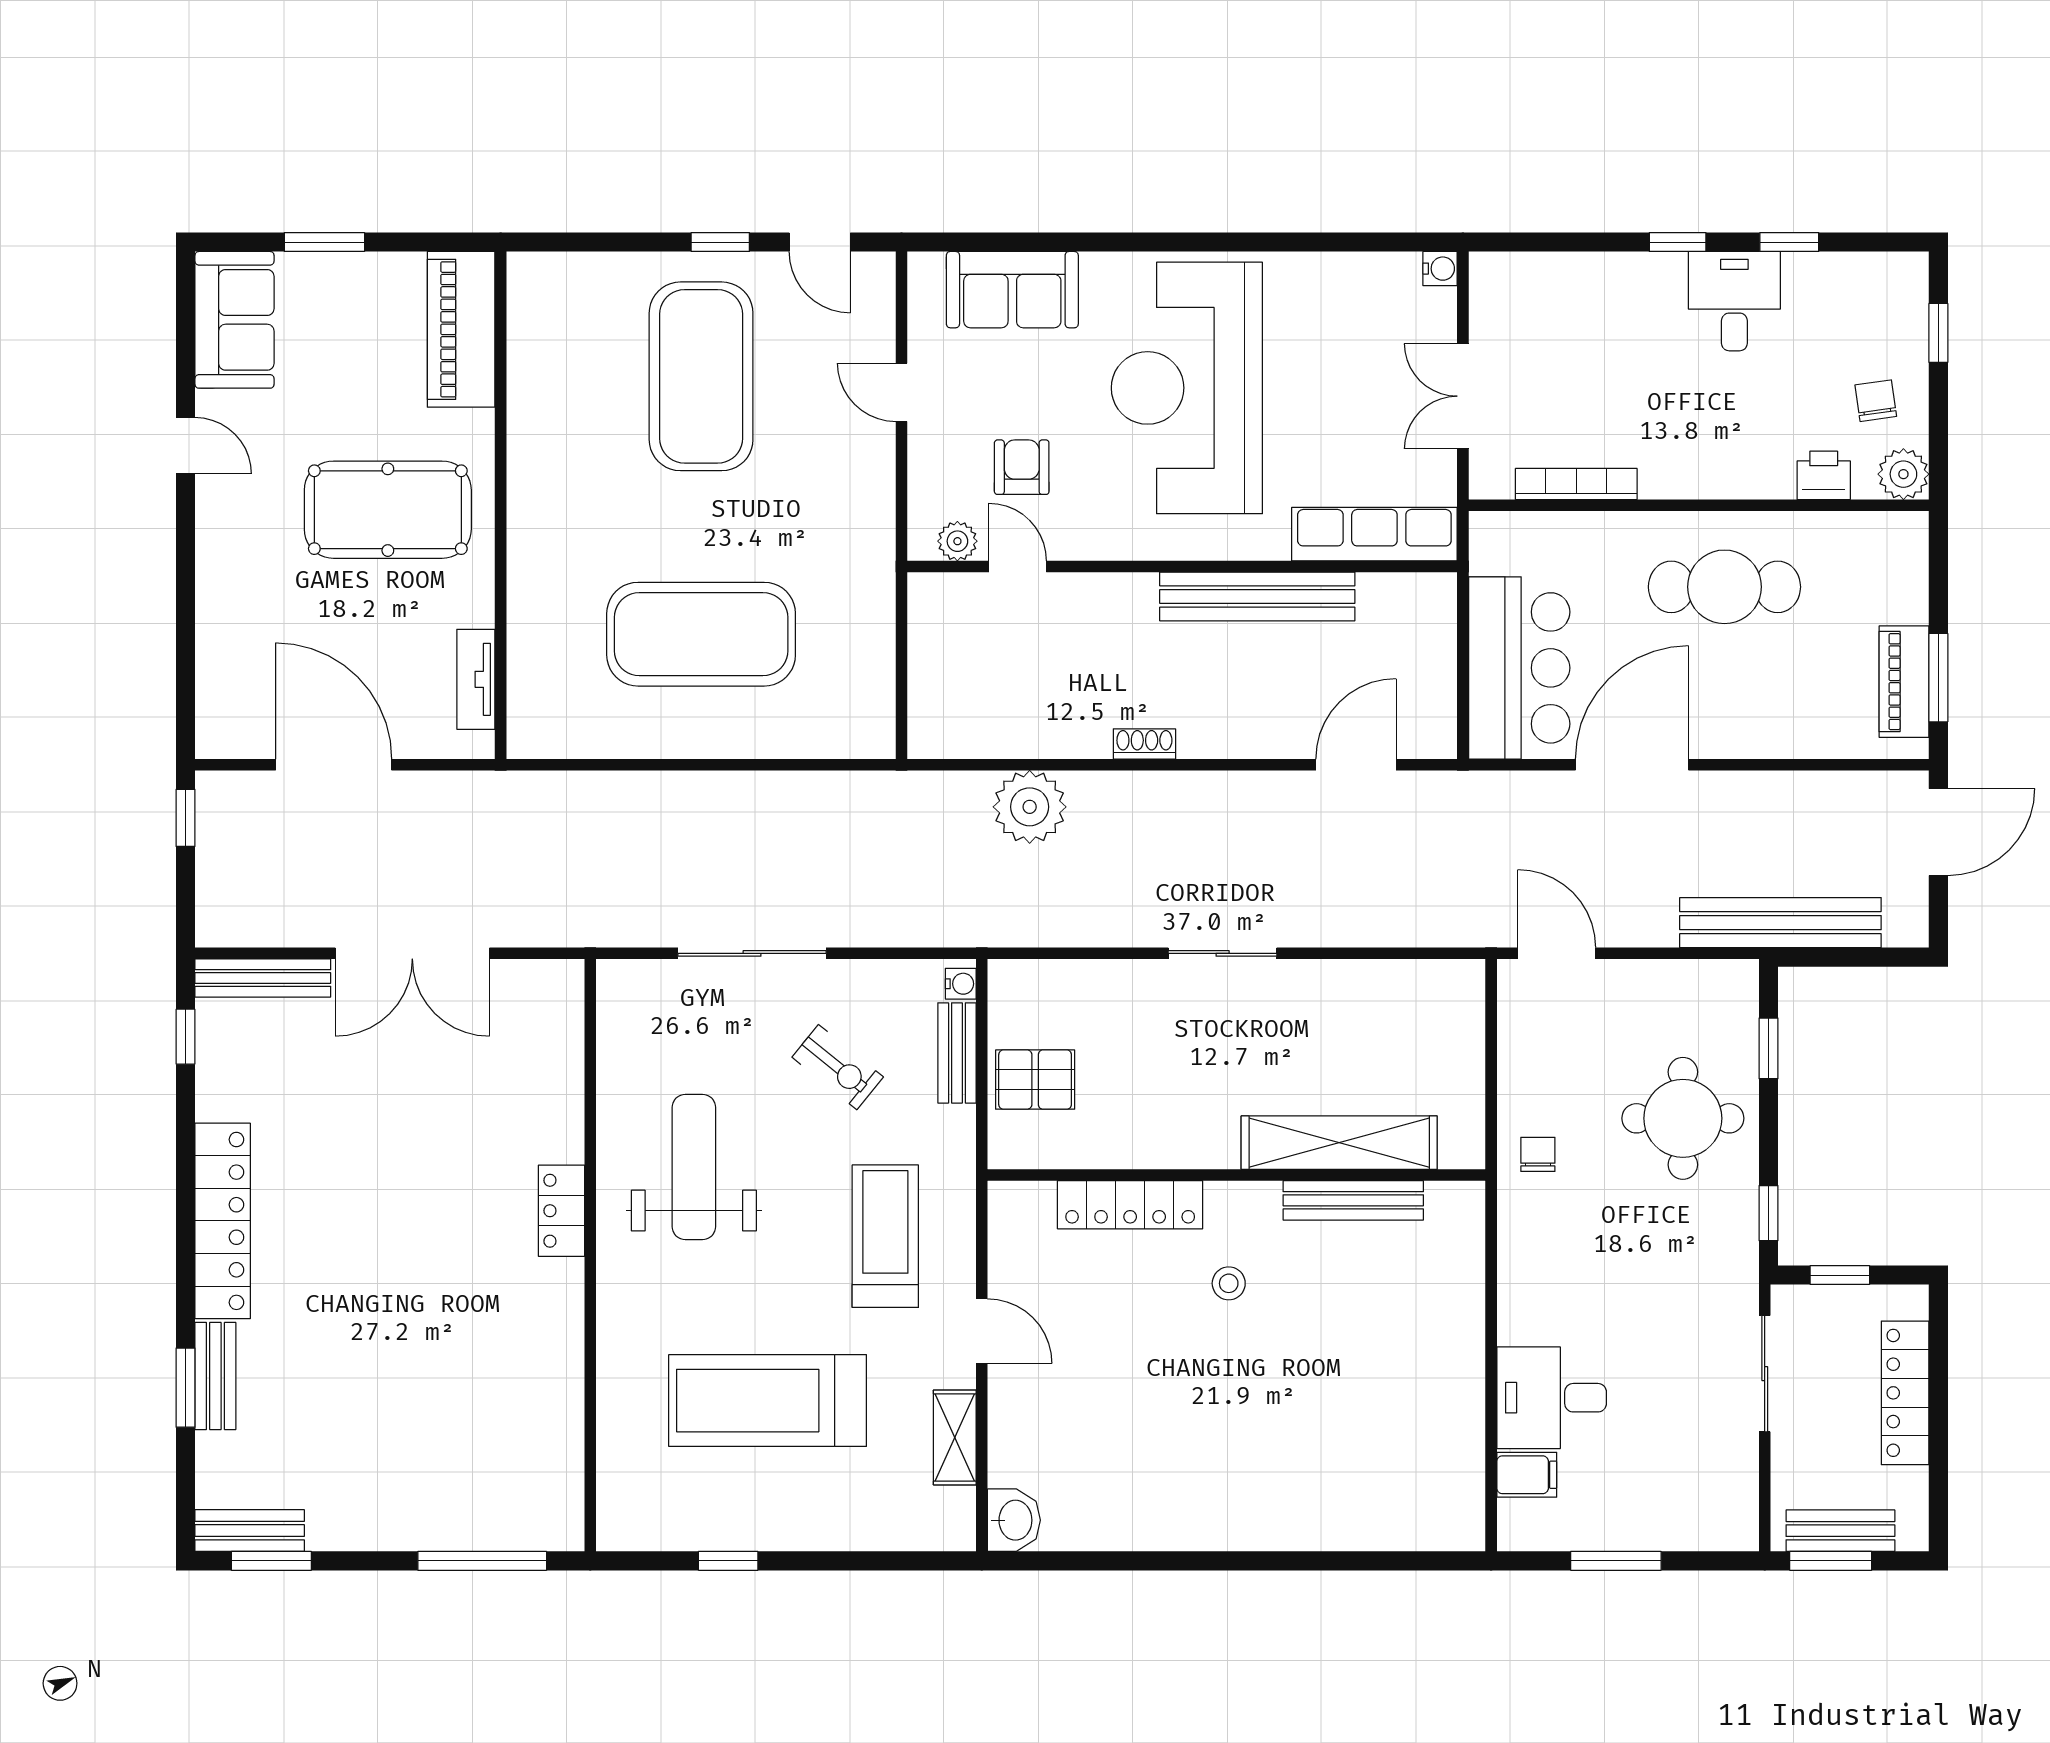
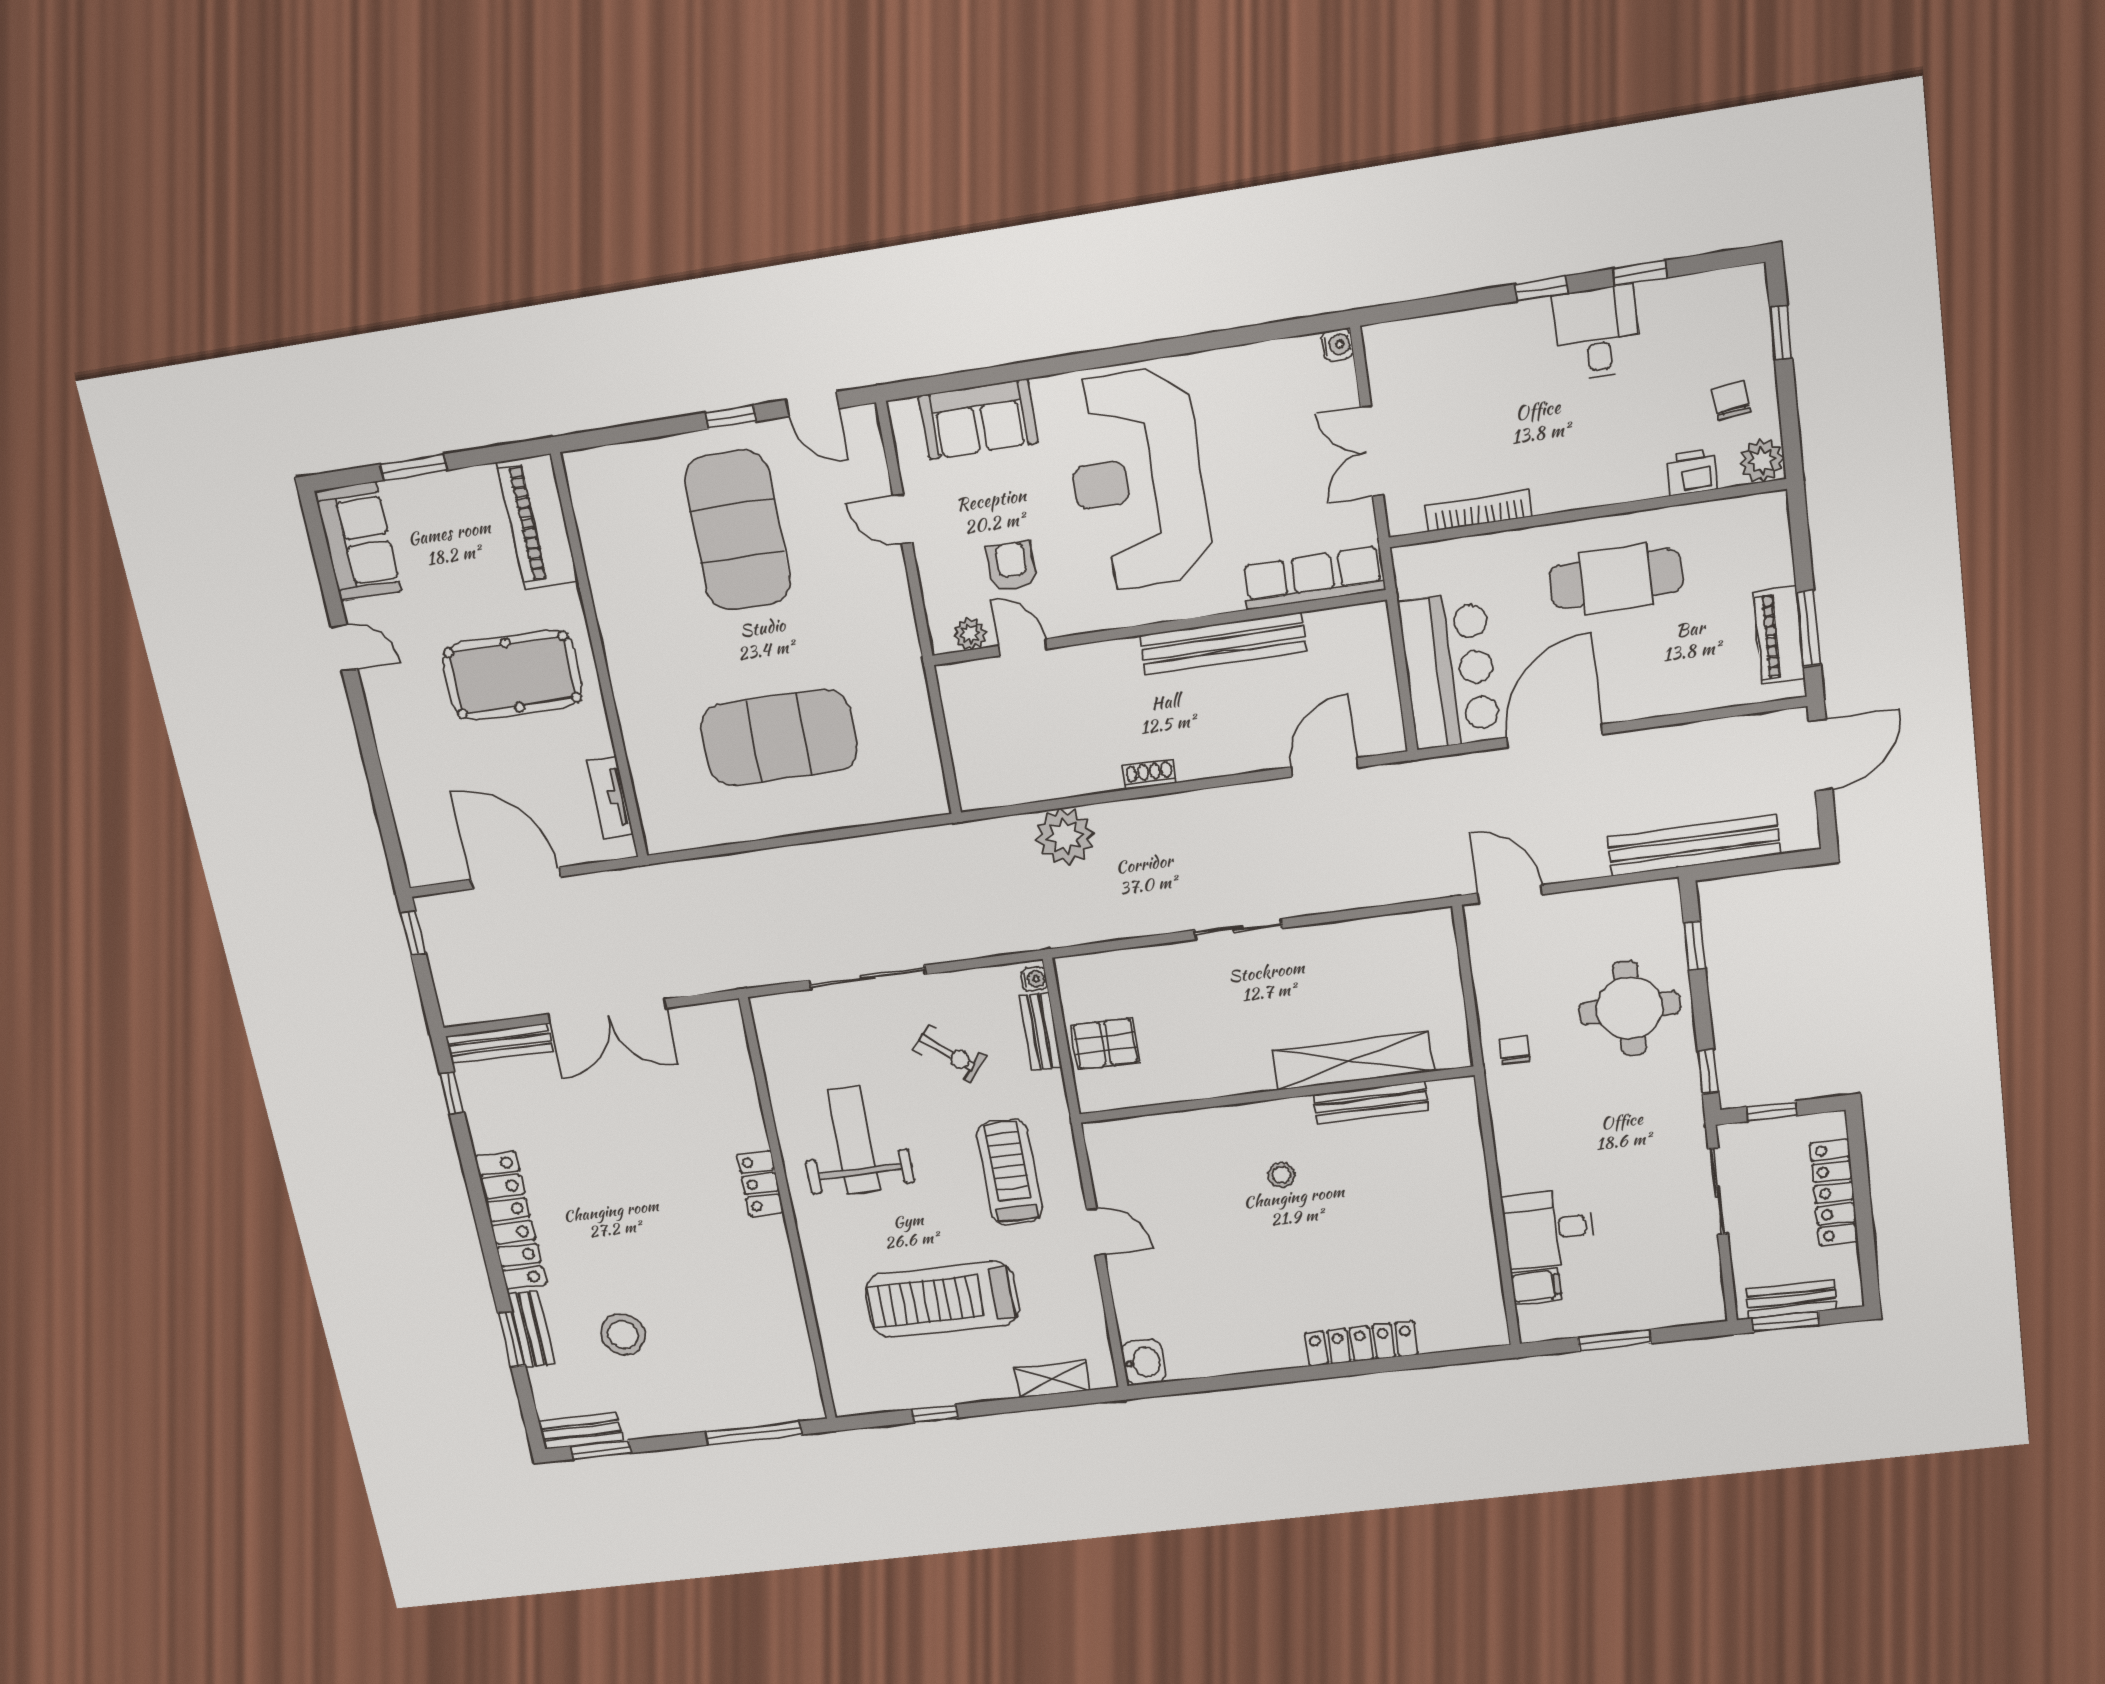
locker: (1130, 1205) -> (1361, 1344), moved, turned 180
stool: (337, 1399) -> (623, 1335), added
shelving: (955, 1437) -> (1052, 1379), moved, turned 90

